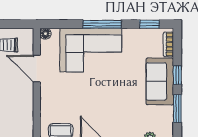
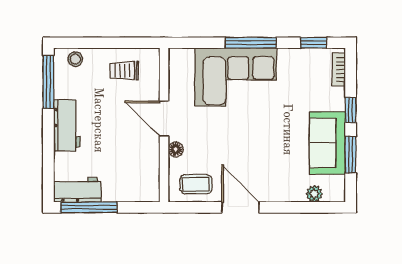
floor lamp: (45, 34) -> (176, 149), moved
door: (37, 69) -> (164, 119), moved
sofa: (160, 81) -> (327, 143), moved

